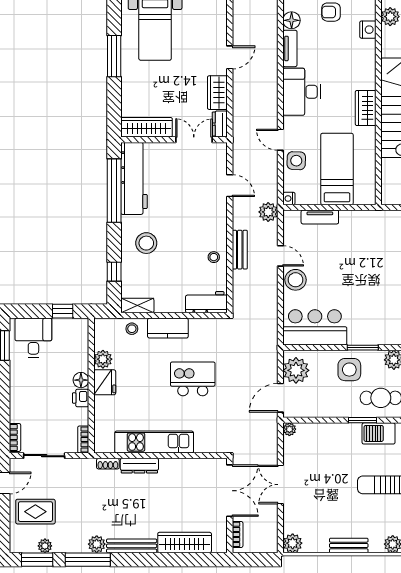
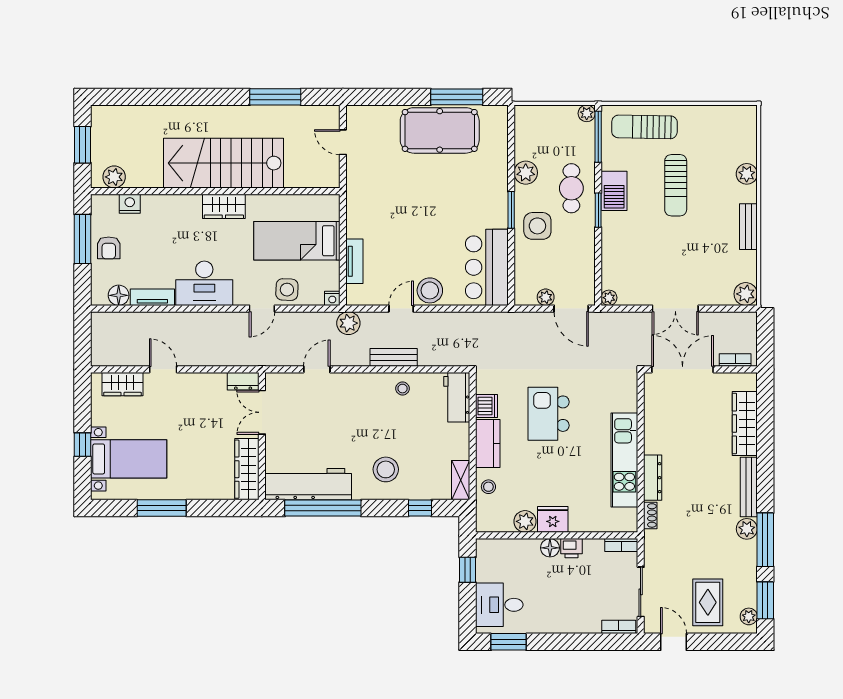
wardrobe: (217, 93) -> (123, 384), moved
dishwasher: (199, 327) -> (487, 406), added
plant: (296, 370) -> (546, 297), width x0.53, depth x0.53
plant: (45, 546) -> (749, 616), moved

